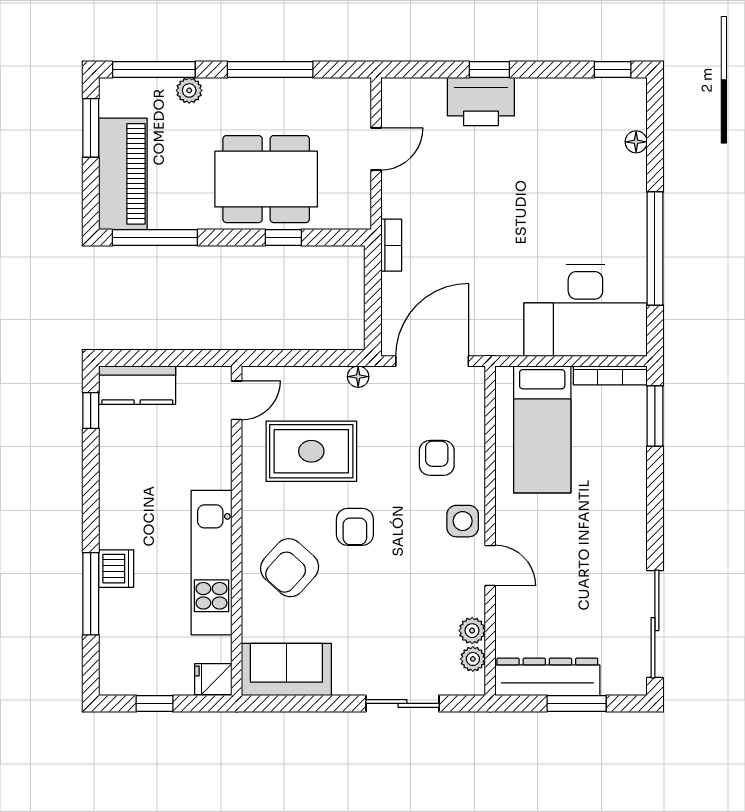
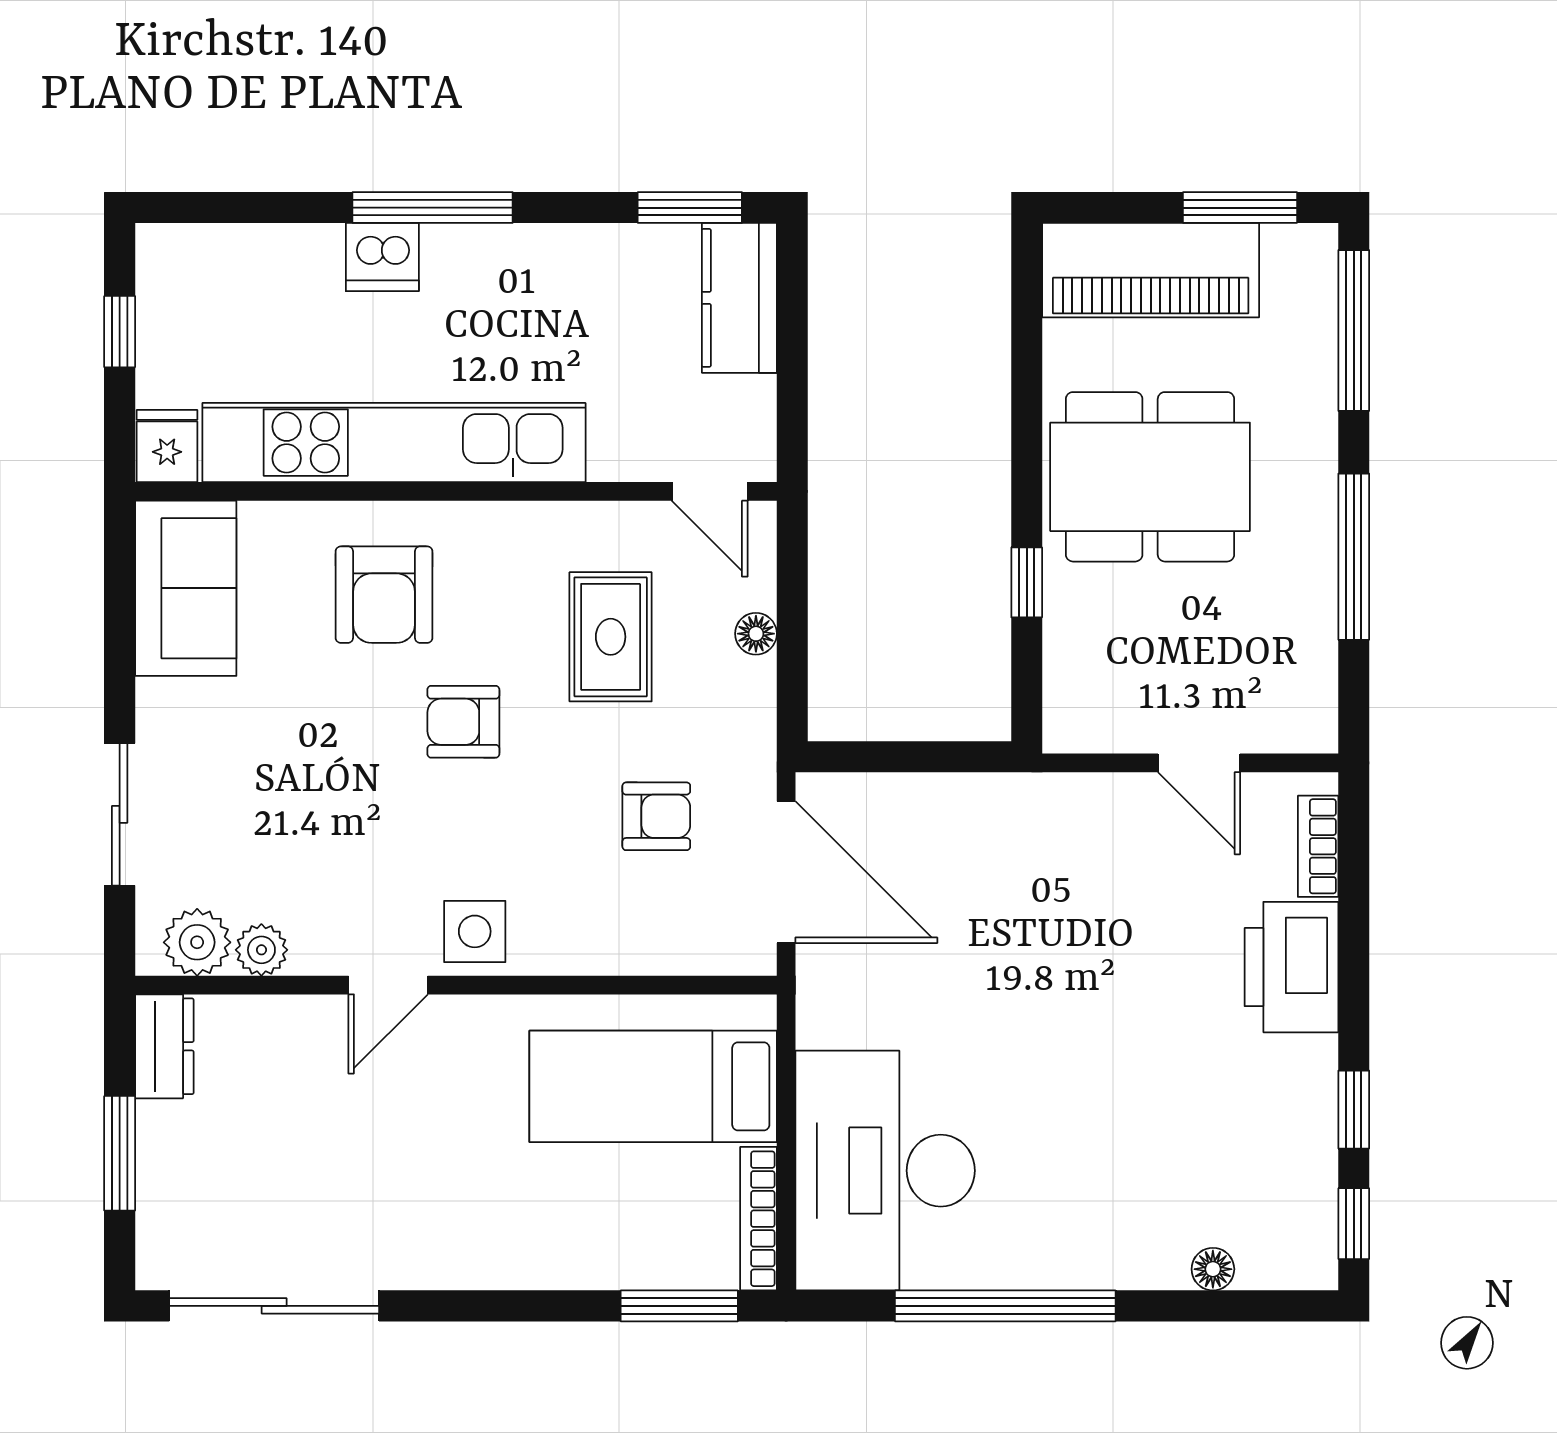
window: (489, 70) -> (1354, 1110), moved
plant: (189, 90) -> (1313, 399), removed
dining table: (266, 179) -> (1150, 477), moved, turned 90
window: (155, 238) -> (1027, 333), removed
bookcase: (391, 245) -> (1318, 846), moved, turned 90
floor lamp: (358, 377) -> (756, 634), moved
window: (91, 411) -> (690, 208), width x1.50
rug: (311, 451) -> (611, 637), width x0.73, depth x0.70
armchair: (437, 458) -> (656, 816), moved
kitchen unit: (211, 563) -> (394, 443), width x1.36
armchair: (290, 568) -> (384, 595), turned -132
window: (91, 594) -> (433, 208), moved
plant: (473, 659) -> (197, 942), width x1.38, depth x1.38
dresser: (547, 677) -> (164, 1046), width x0.51, depth x0.80

